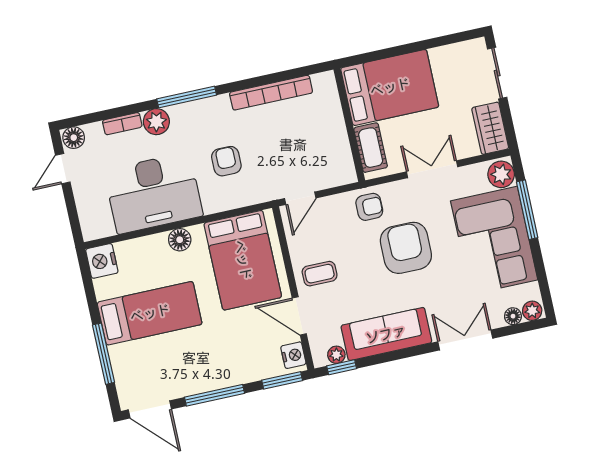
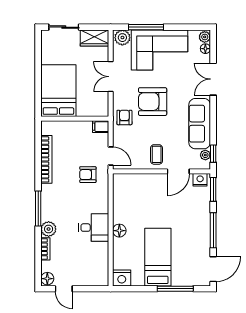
cot: (371, 148) -> (91, 109), removed
armchair: (226, 161) -> (88, 175), moved
filing cabinet: (345, 171) -> (101, 127), added
desk: (153, 193) -> (94, 228), width x0.53, depth x0.77
bed: (243, 260) -> (139, 197), removed

